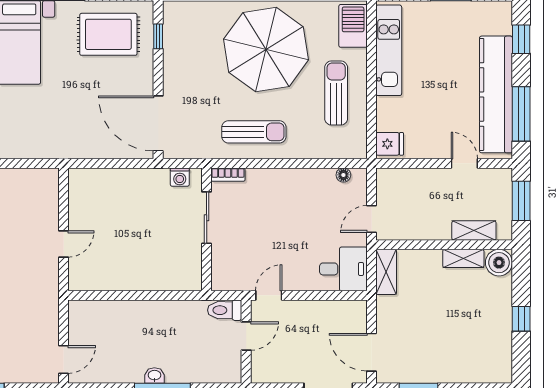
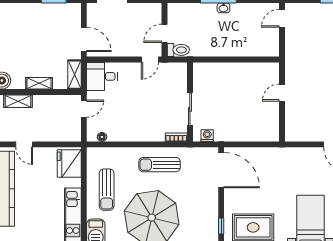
fridge: (390, 144) -> (69, 163), width x1.88, depth x1.34
shelving: (463, 258) -> (39, 83), moved
door: (372, 352) -> (84, 39), moved

